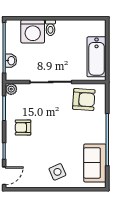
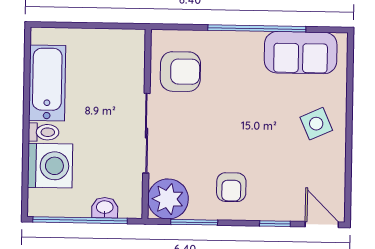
bathtub: (97, 57) -> (47, 83), moved, turned -90
plant: (11, 89) -> (168, 199), width x1.87, depth x1.87
armchair: (84, 99) -> (180, 72), turned 86

